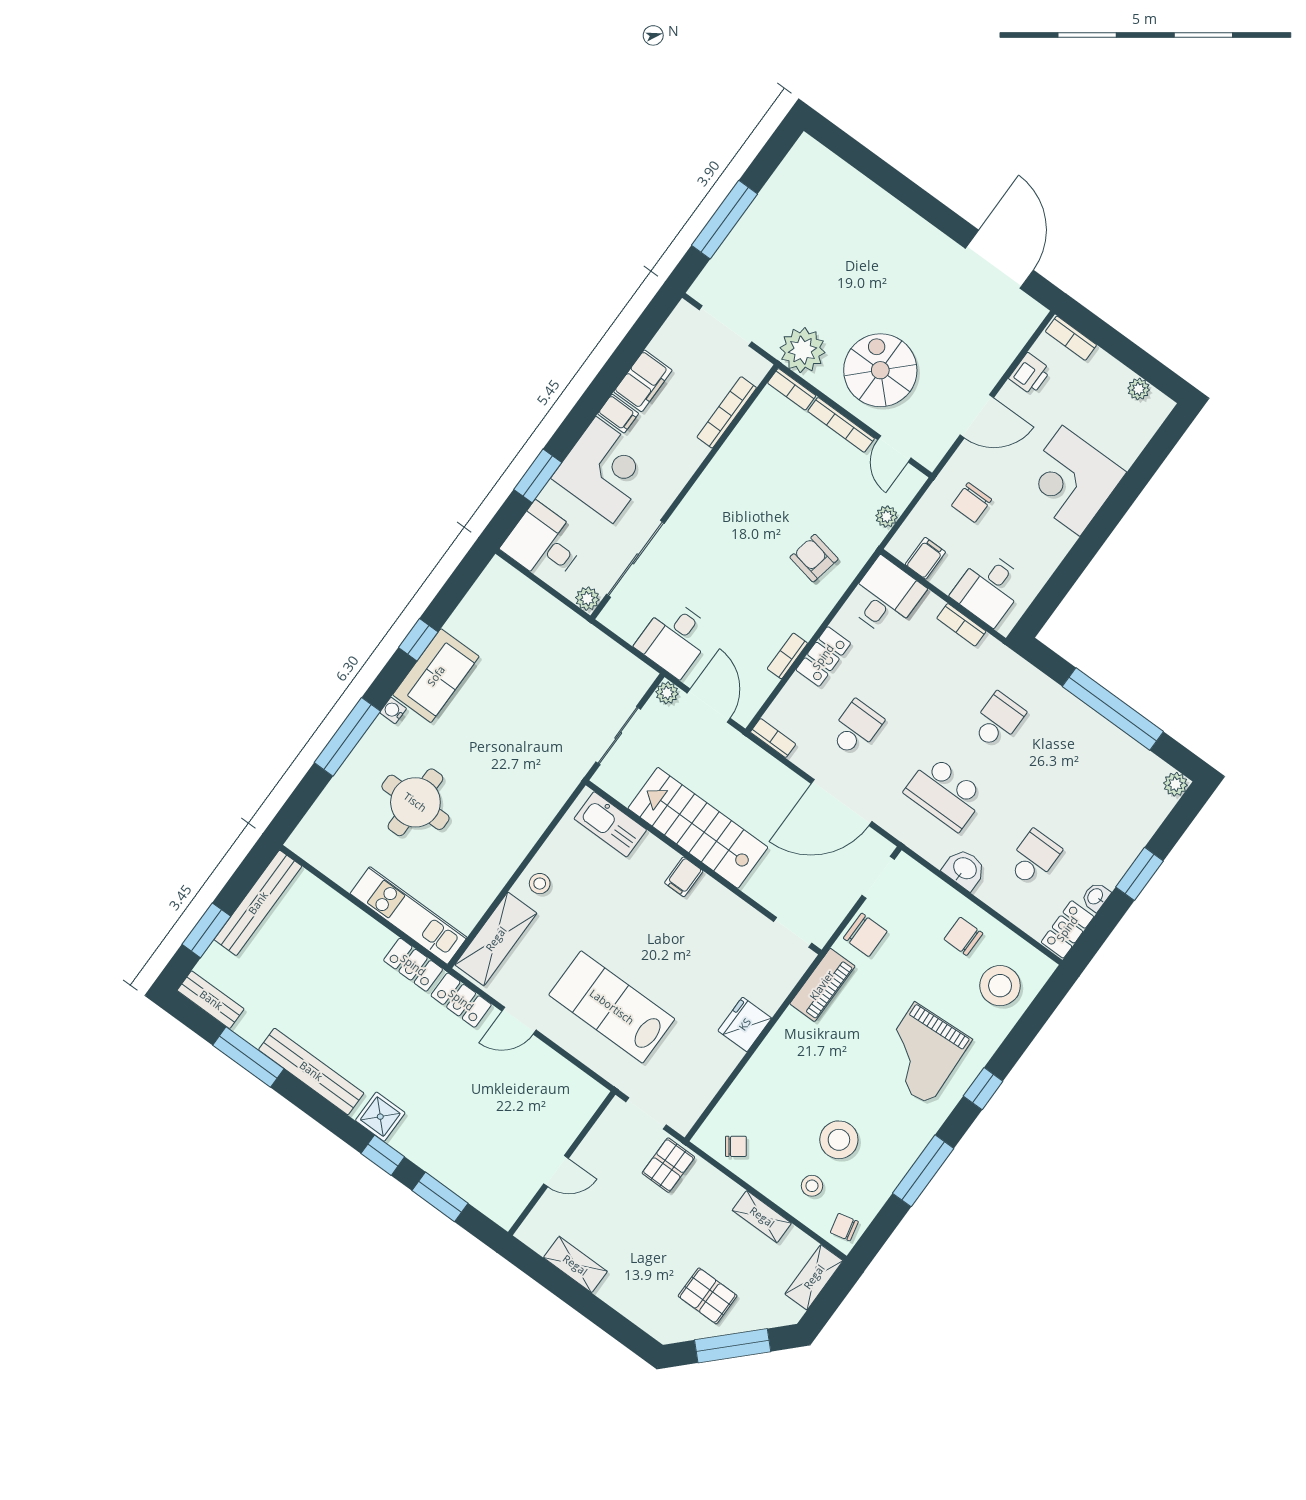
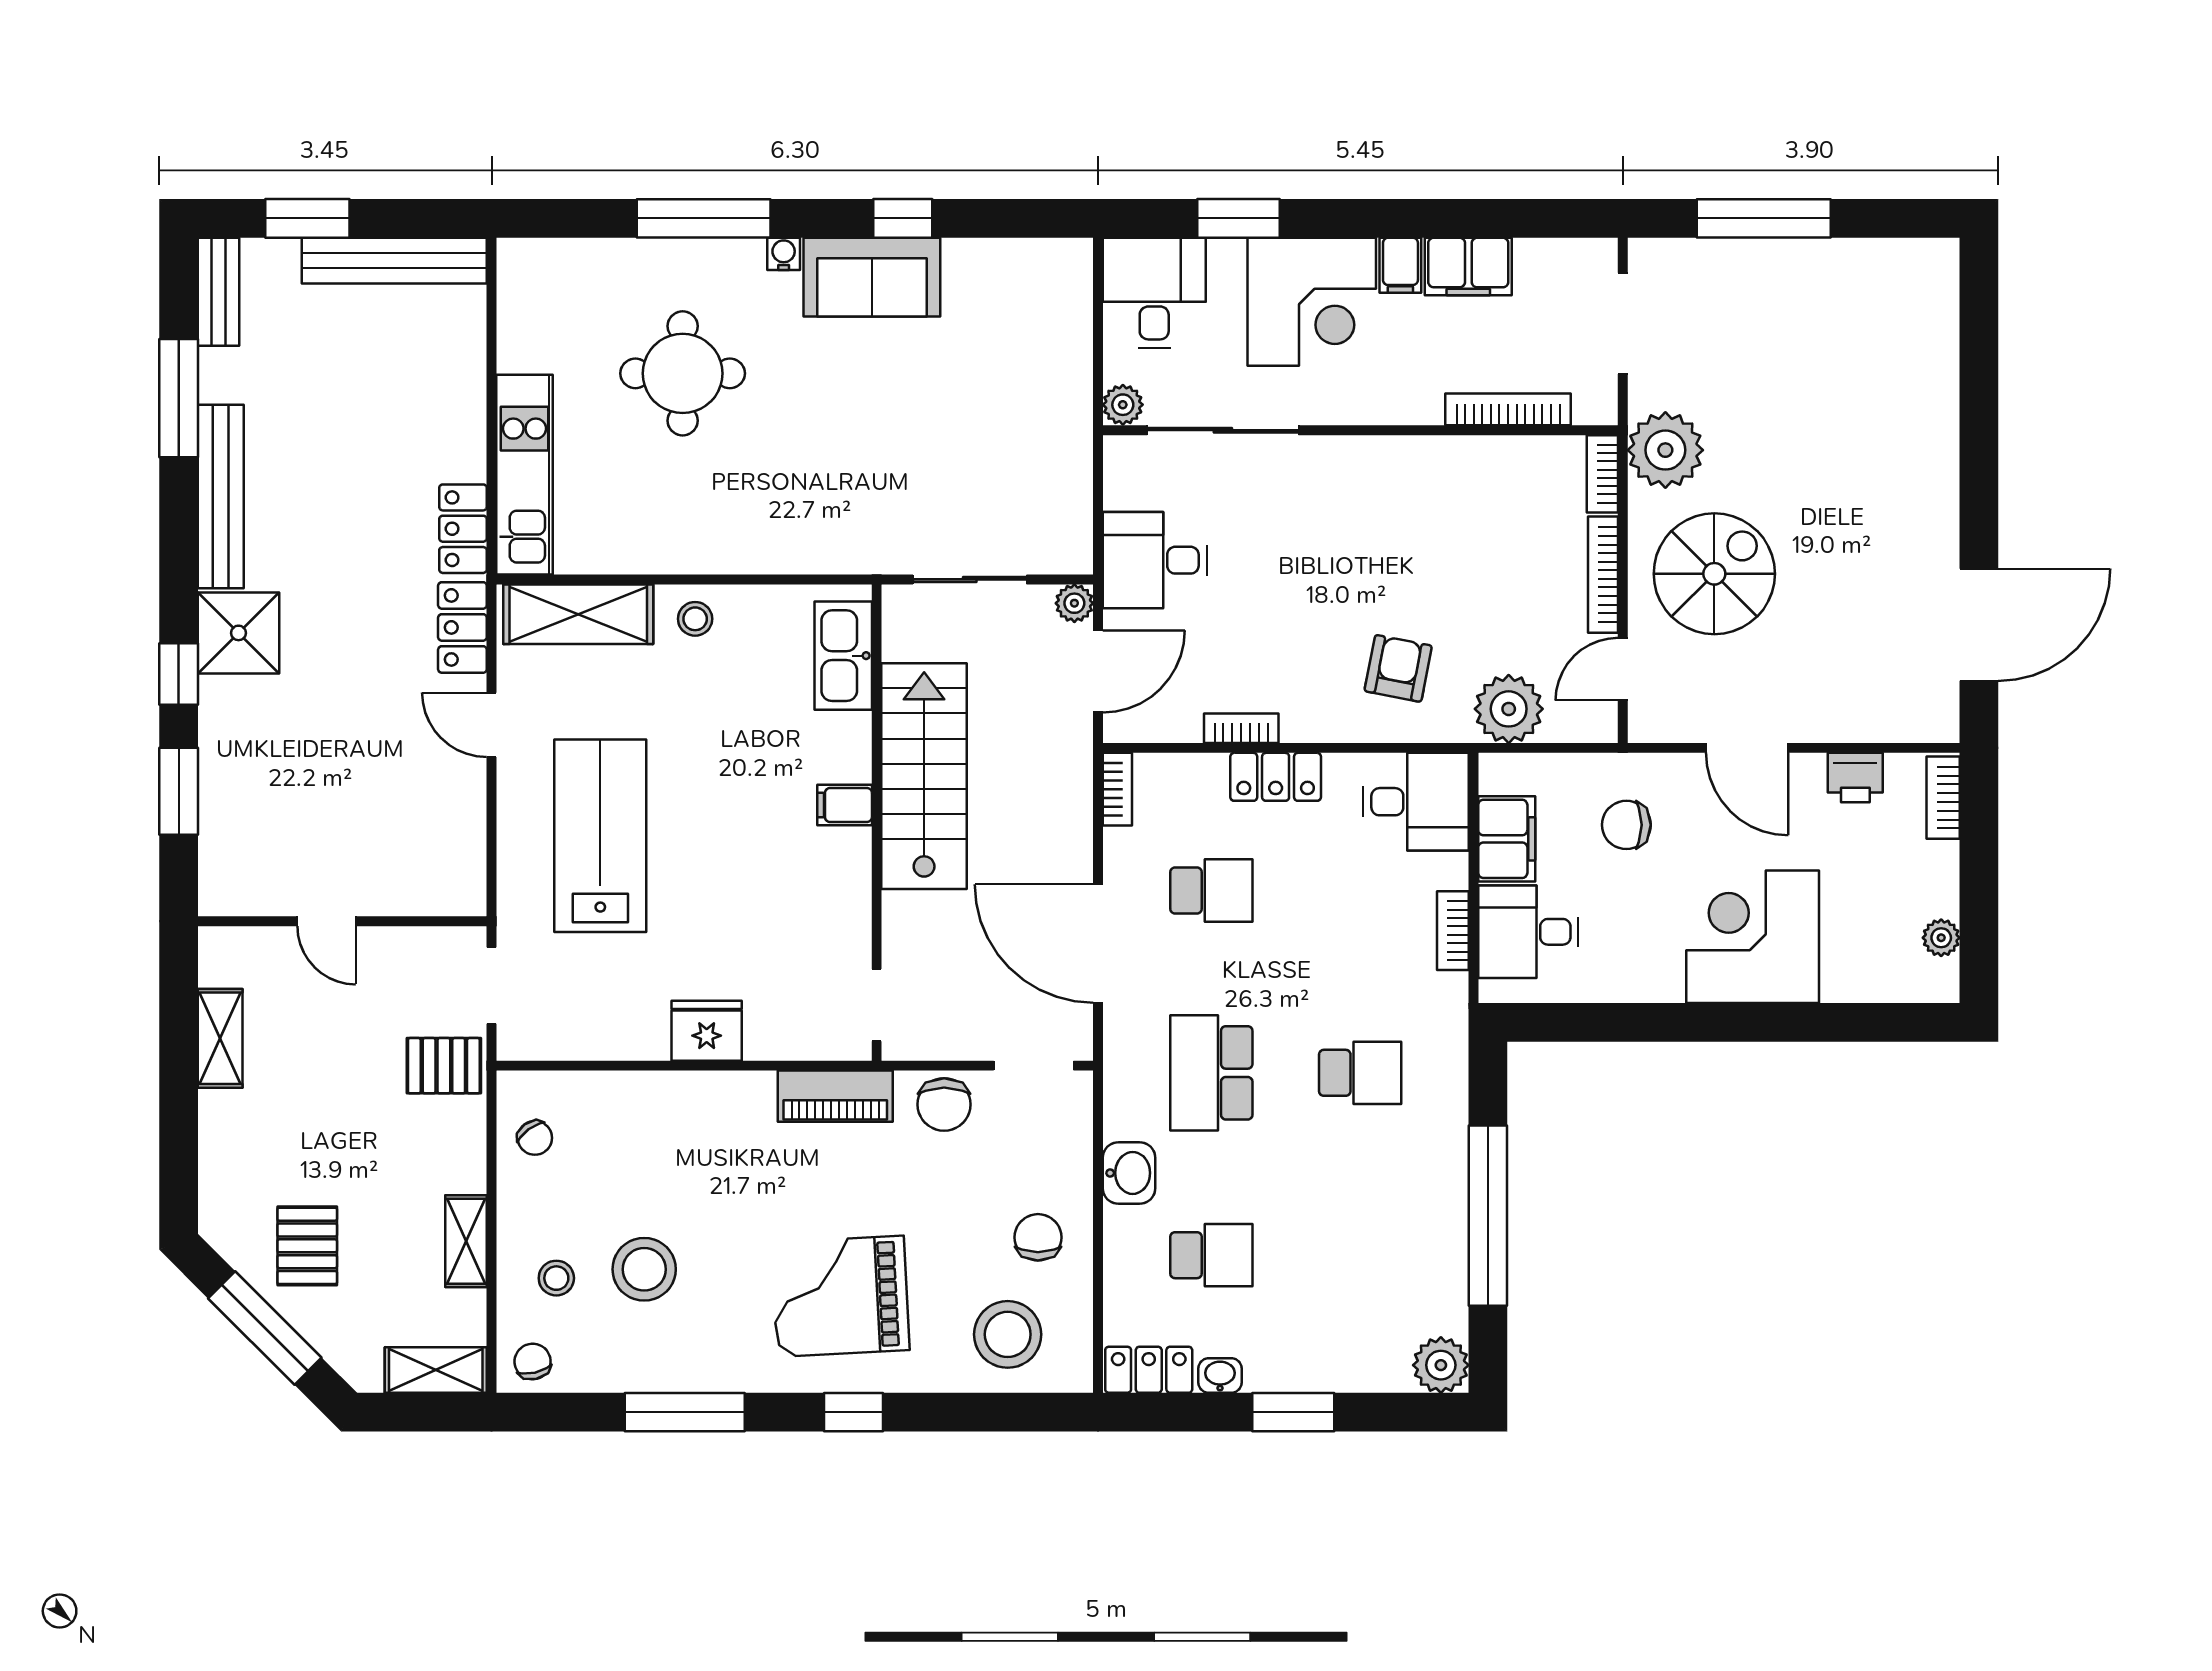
plant: (887, 517) -> (1509, 709), width x1.88, depth x1.88
filing cabinet: (925, 558) -> (1507, 839), width x2.00
plant: (1176, 784) -> (1441, 1365), width x1.38, depth x1.38
shower: (380, 1117) -> (239, 633), width x1.36, depth x1.36

